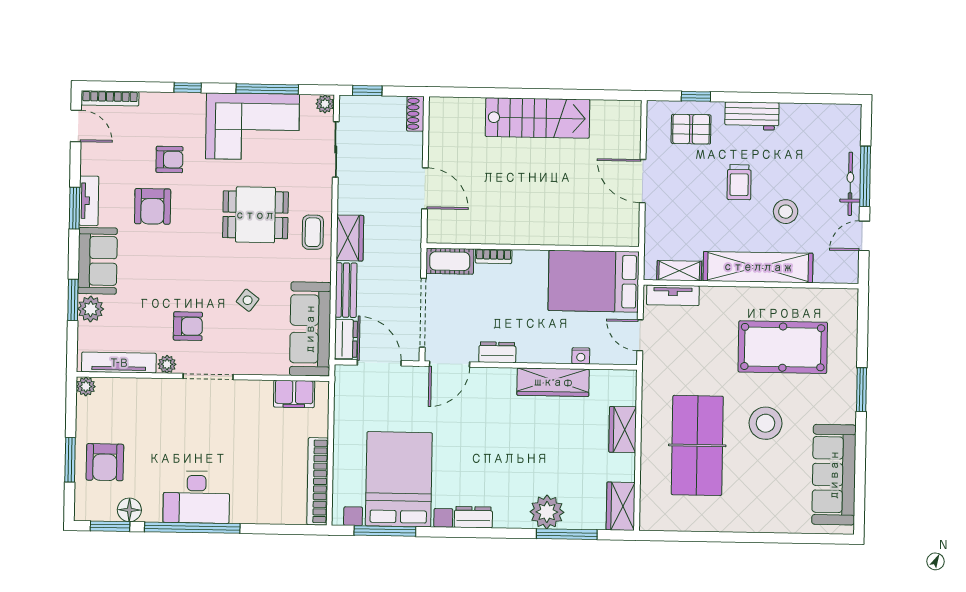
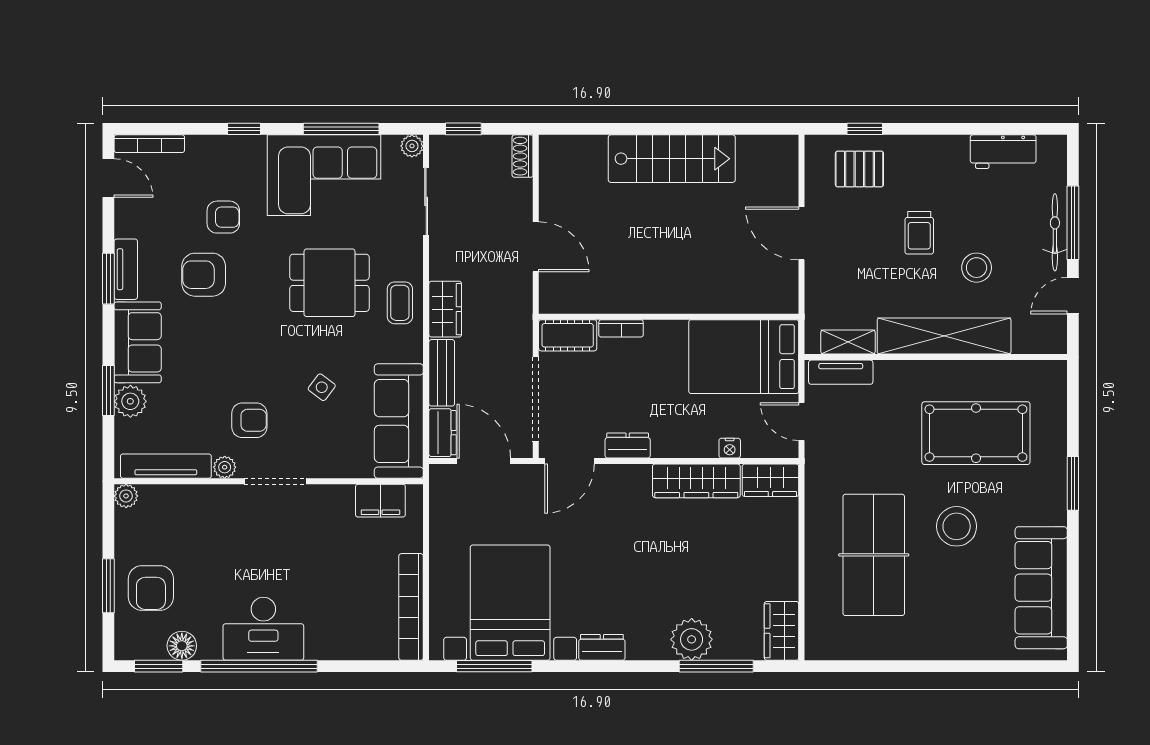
workbench: (752, 116) -> (1003, 152), moved
armchair: (153, 206) -> (204, 275), turned 90
wardrobe: (623, 430) -> (770, 480), moved, turned -90

